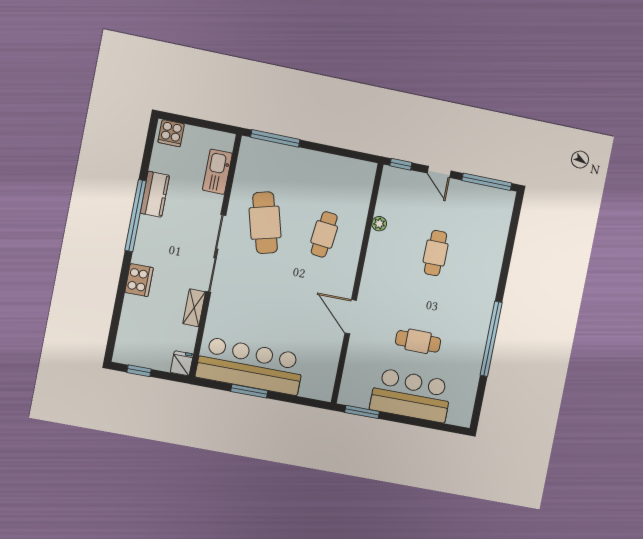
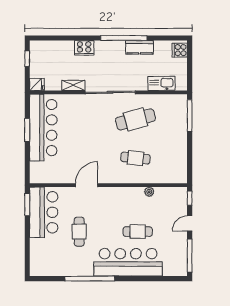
bar counter: (478, 277) -> (128, 262), added
bar counter: (411, 395) -> (44, 212), moved

